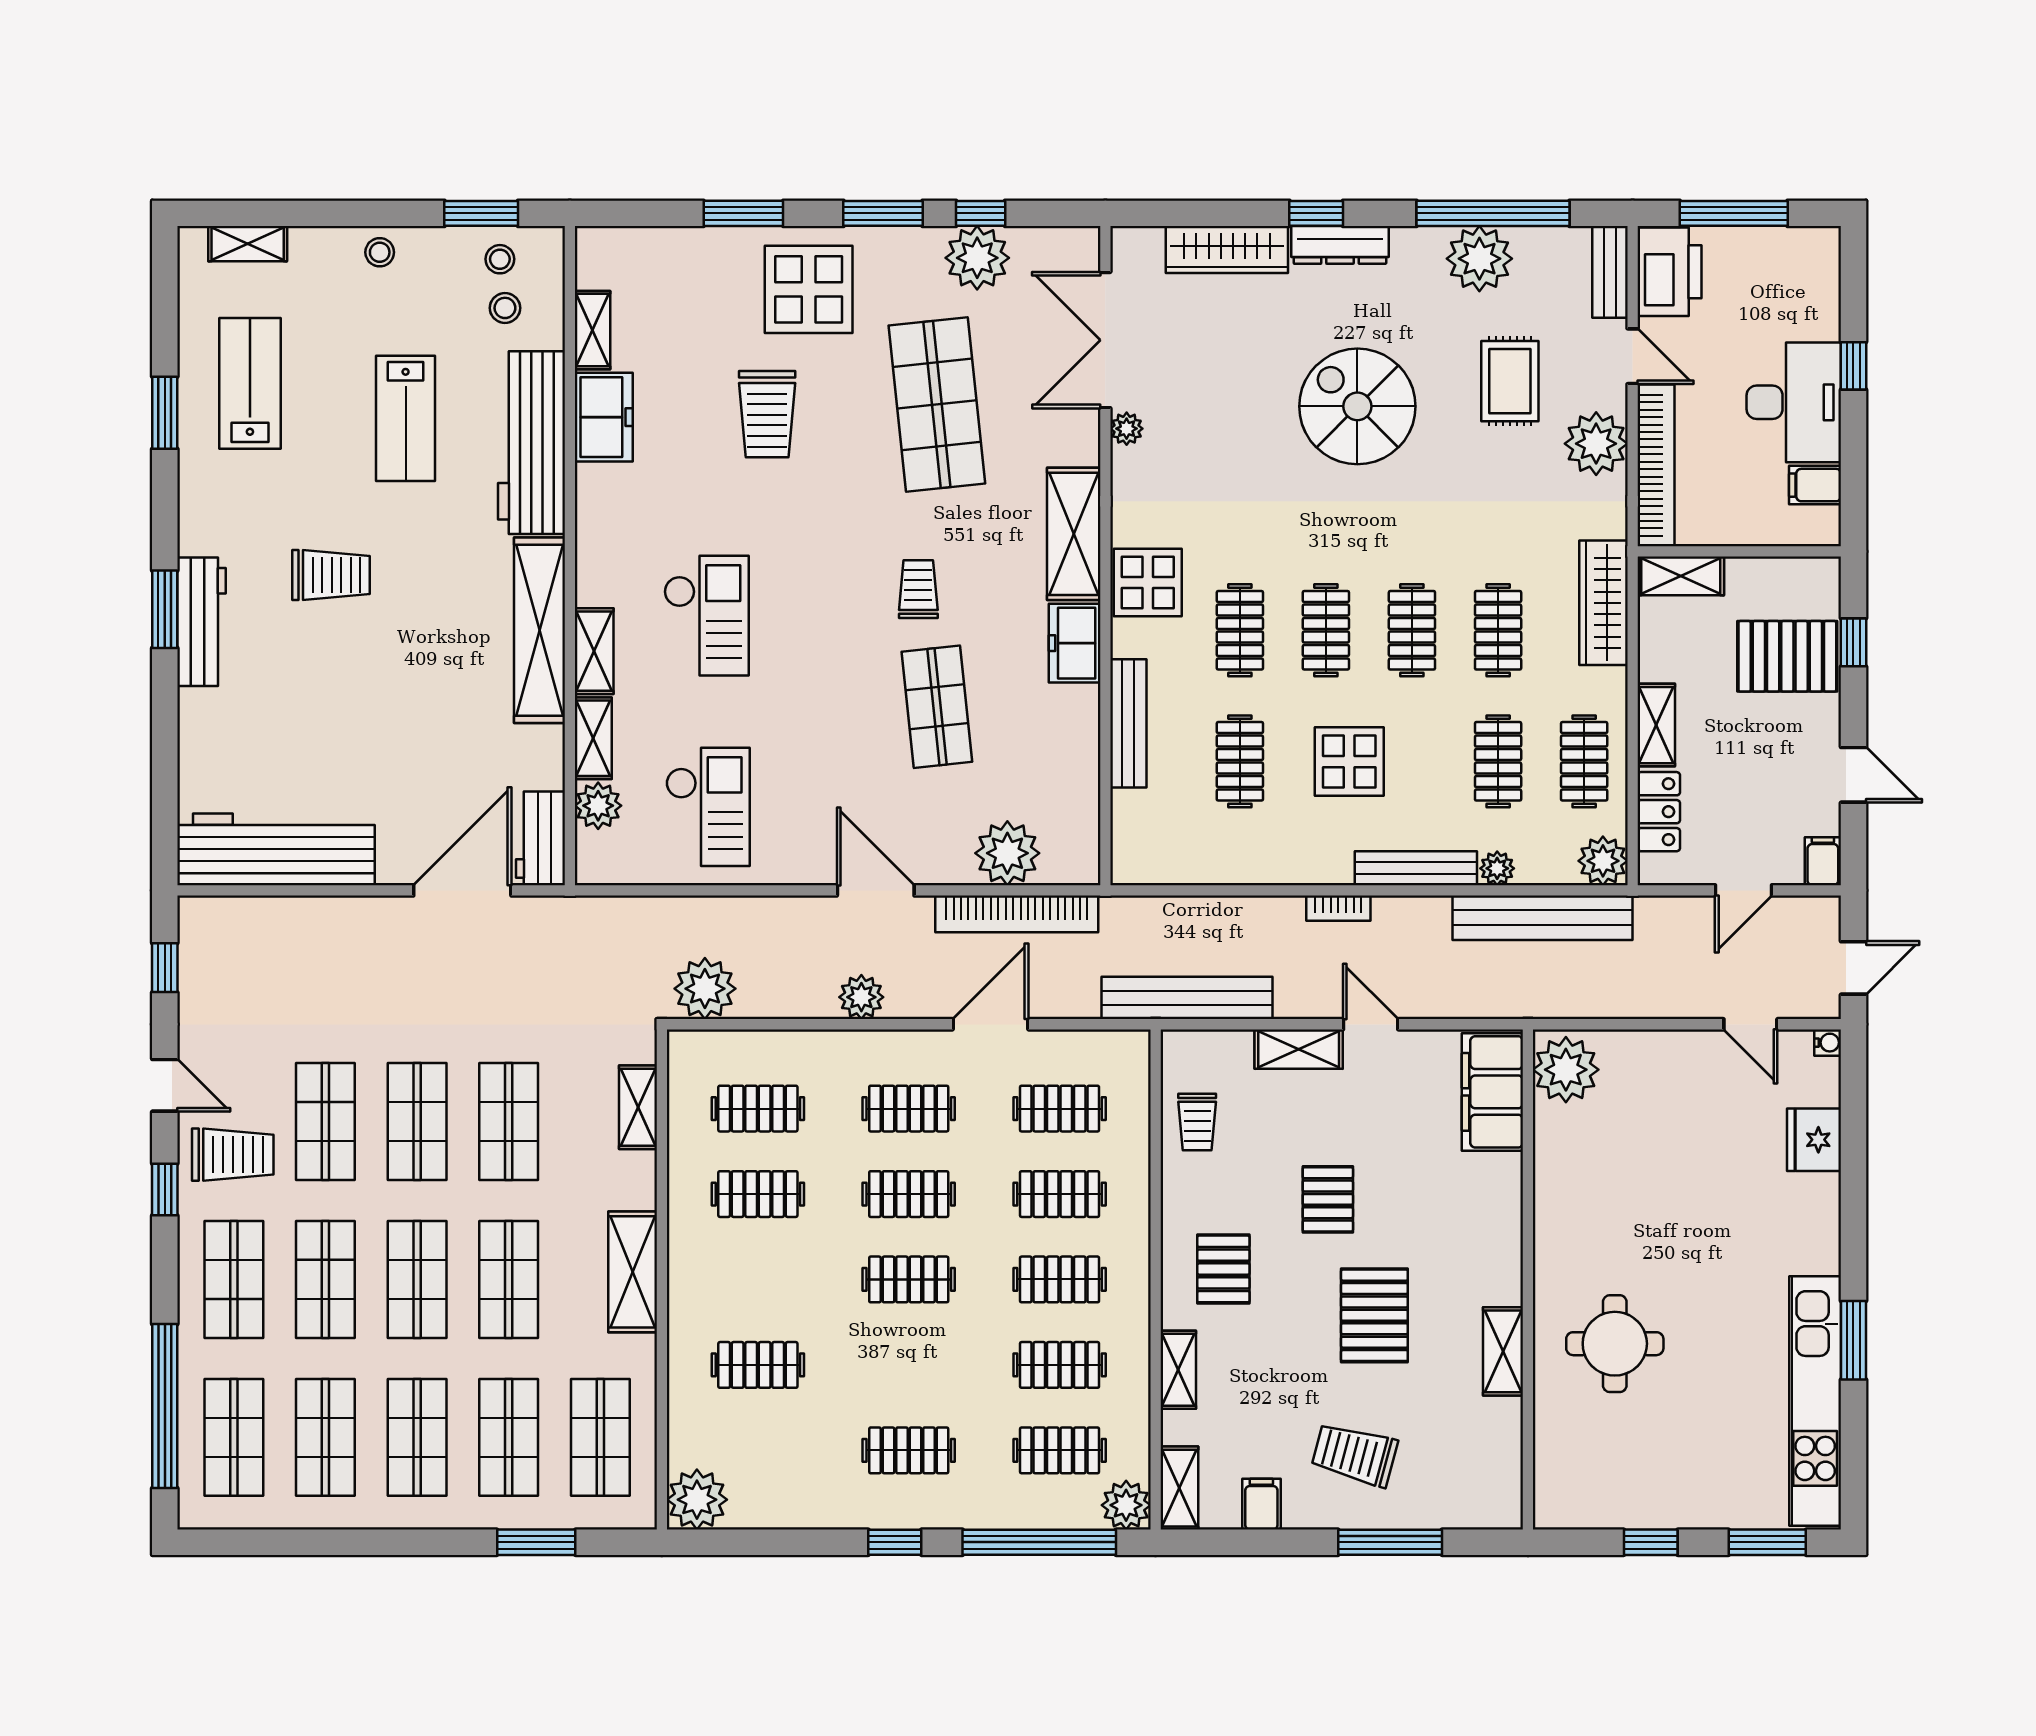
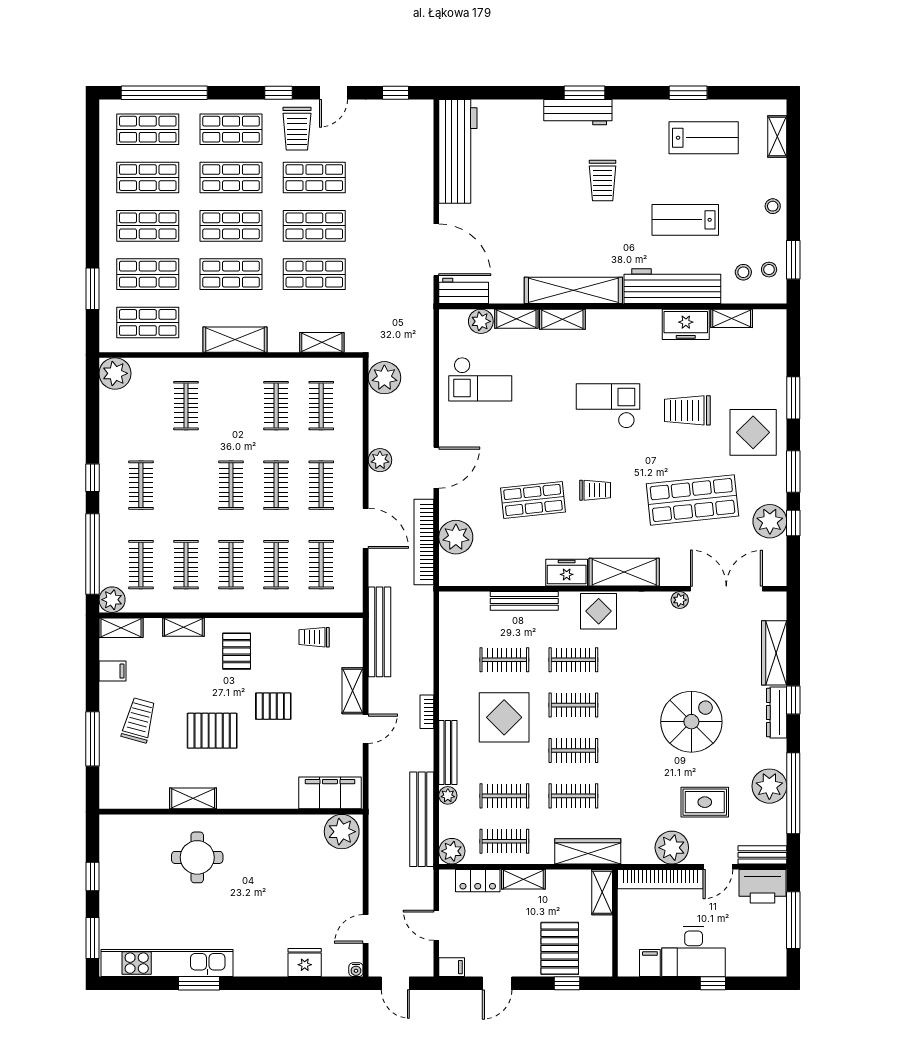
checkout: (706, 616) -> (608, 406), moved, turned 180
display table: (1349, 762) -> (504, 717), width x1.36, depth x1.36
pallet: (1223, 1269) -> (237, 651), turned 90

